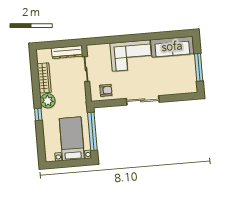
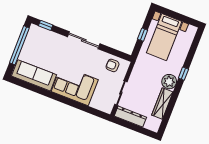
window: (199, 67) -> (19, 45), width x1.46
window: (184, 97) -> (46, 25), added
window: (92, 131) -> (143, 35), width x0.32

